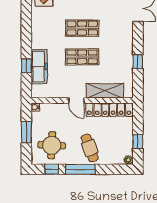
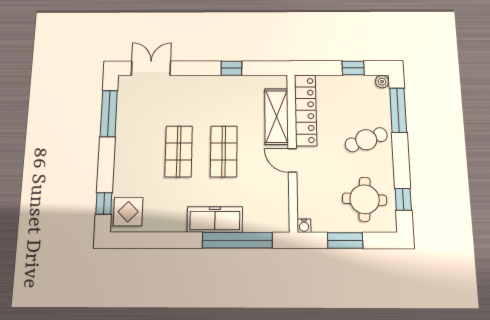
window: (26, 66) -> (237, 240), width x3.17
freezer: (39, 67) -> (215, 219), moved
door: (76, 101) -> (292, 160), swing flipped
window: (80, 169) -> (398, 110), moved

